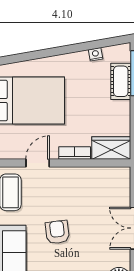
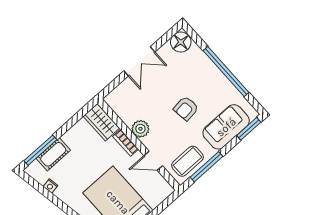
plant: (75, 177) -> (140, 129), added

